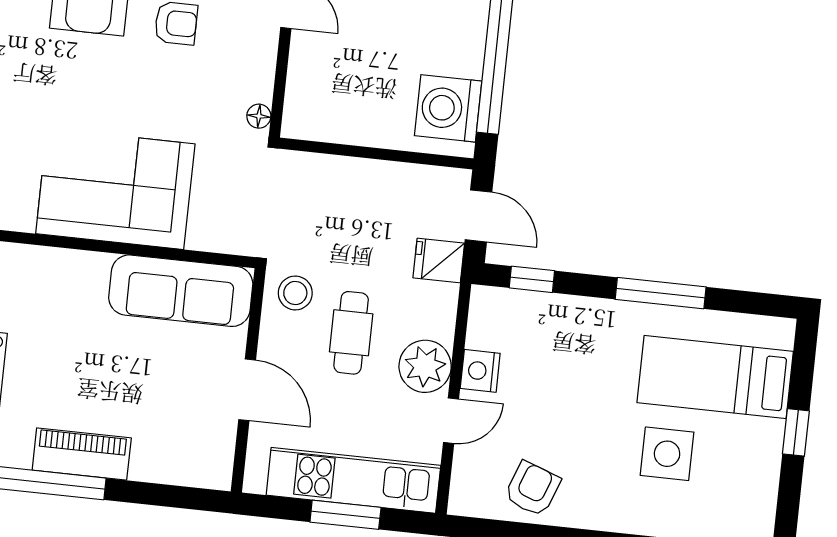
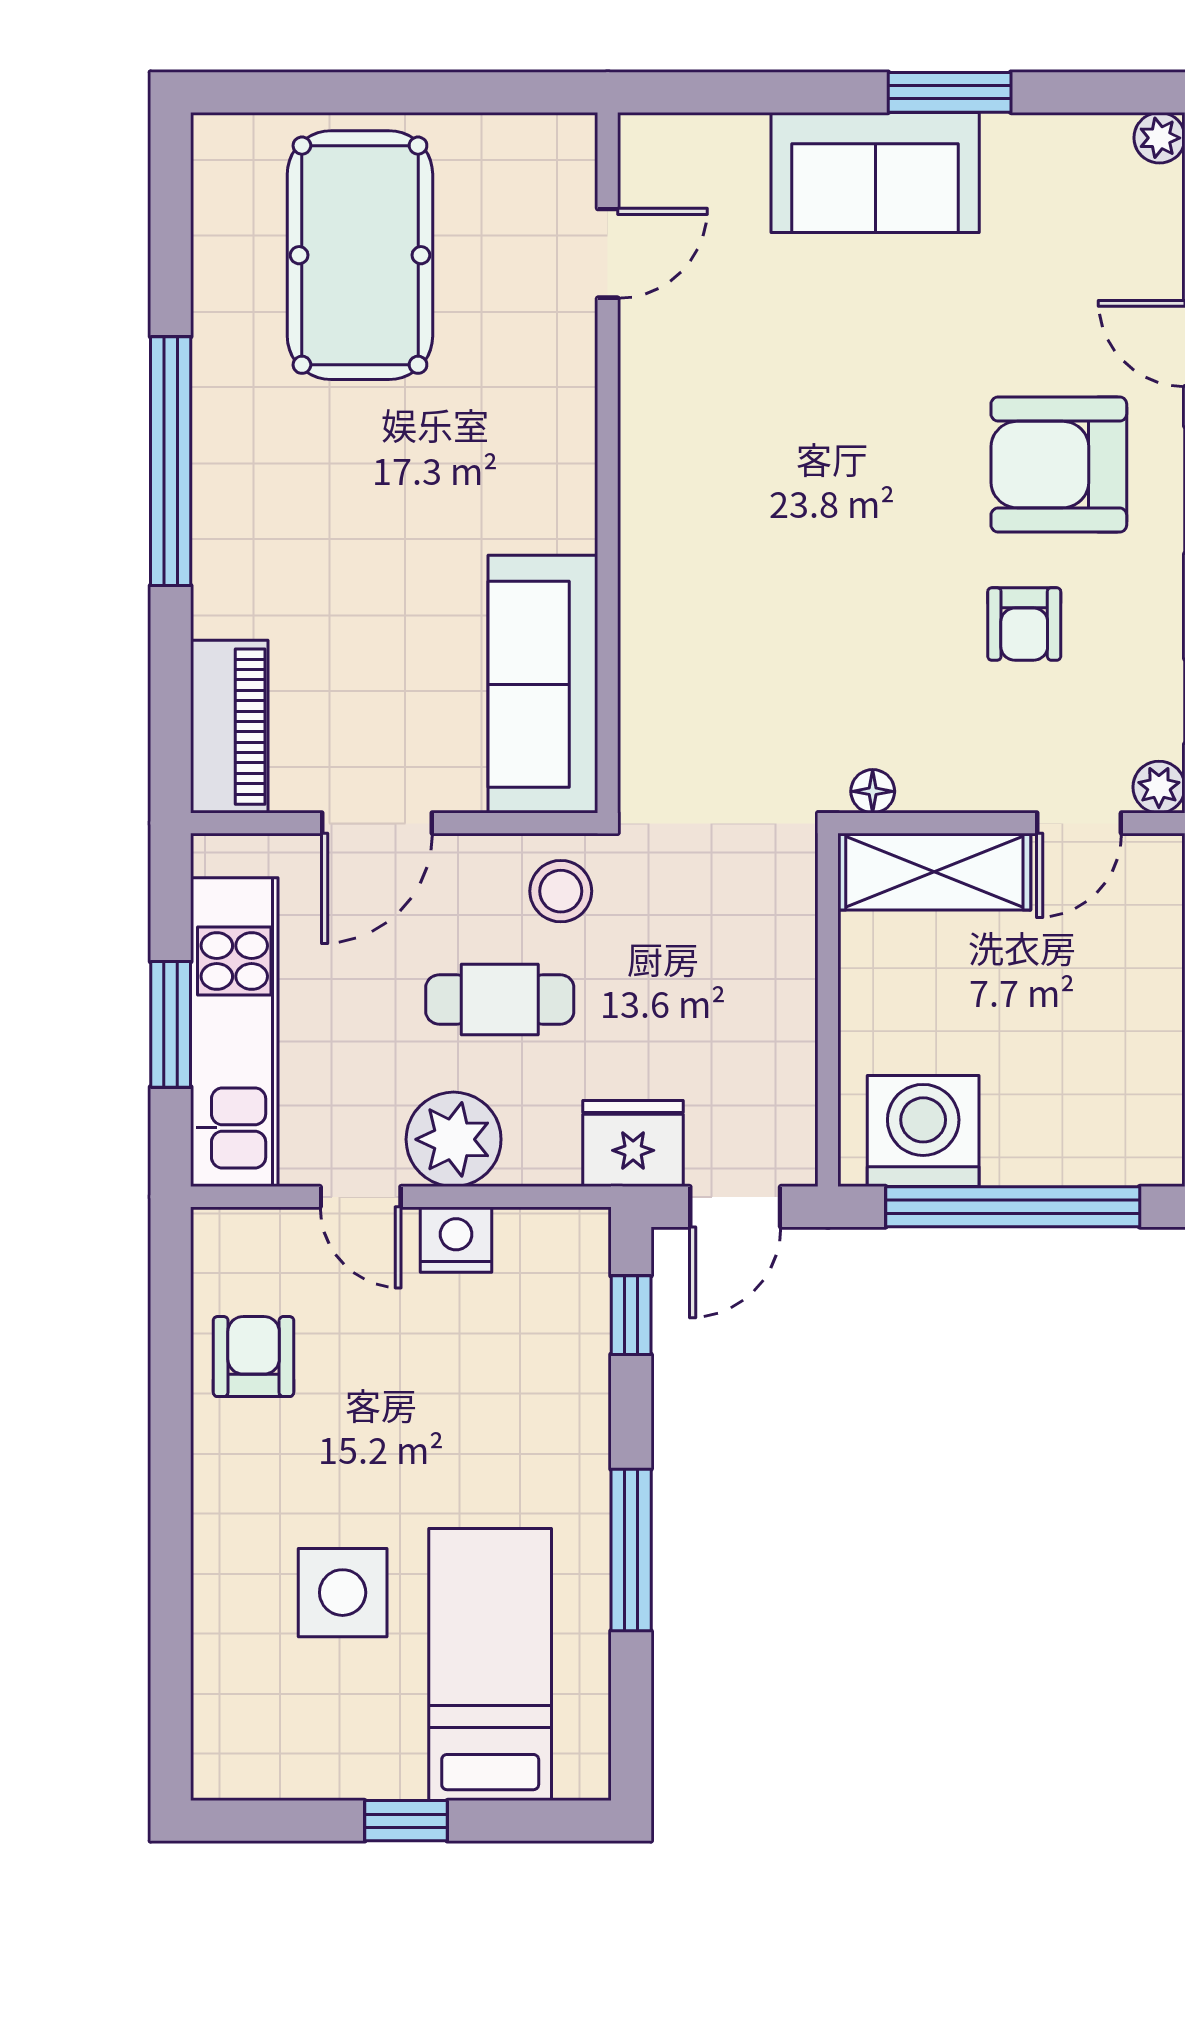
shelving: (306, 87) -> (934, 872), added
corner sofa: (115, 189) -> (714, 547), removed
fridge: (439, 261) -> (633, 1144), width x1.38
piano: (82, 454) -> (229, 727), moved
armchair: (532, 489) -> (254, 1357), turned -110

